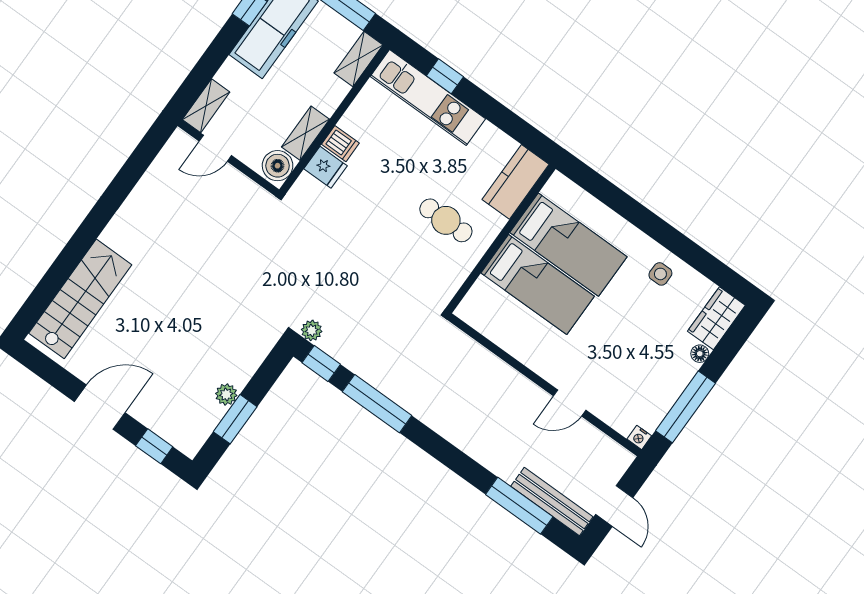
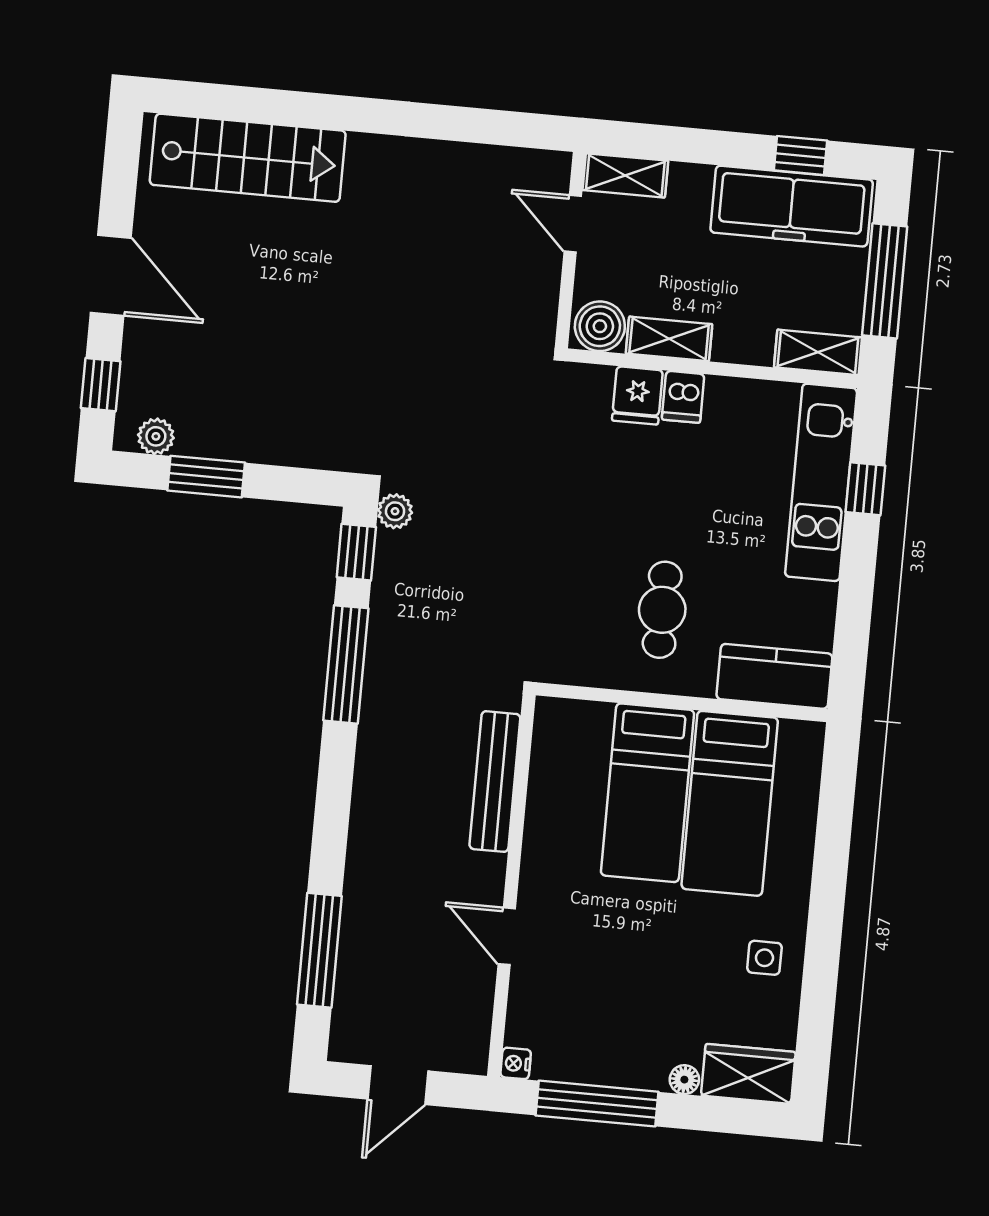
plant: (226, 394) -> (156, 436), moved
bench: (552, 502) -> (495, 782), moved

